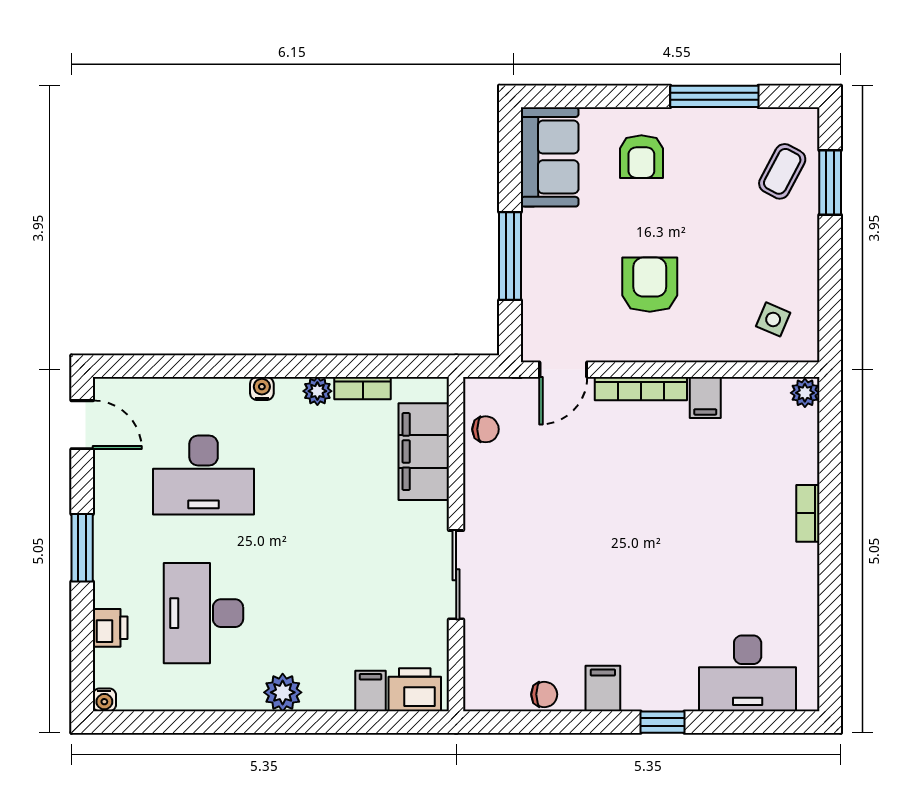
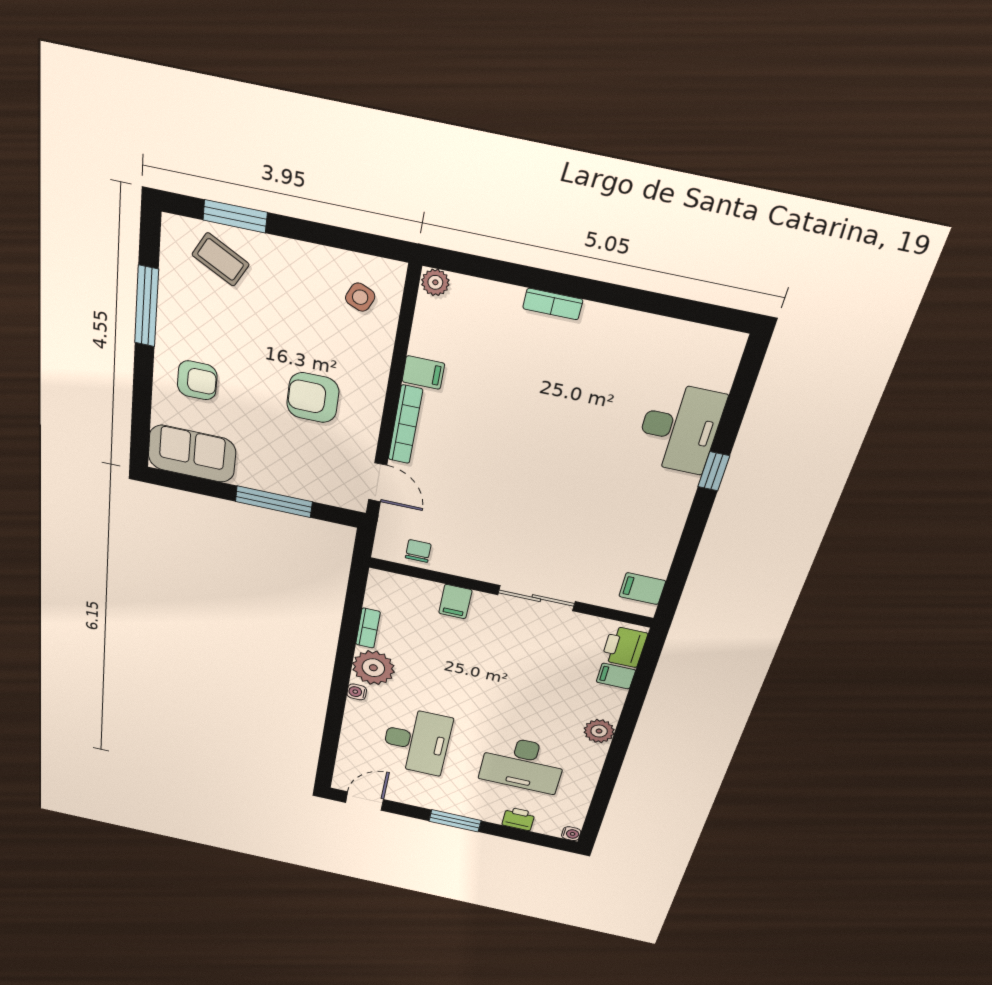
plant: (317, 391) -> (373, 668), width x1.88, depth x1.88
filing cabinet: (424, 452) -> (455, 602), width x0.33, depth x0.86
desk: (748, 673) -> (680, 428), moved
filing cabinet: (603, 688) -> (642, 589), moved
chair: (544, 694) -> (658, 557), removed

